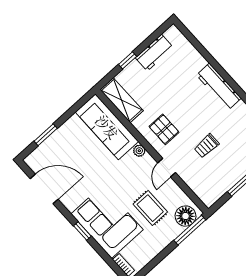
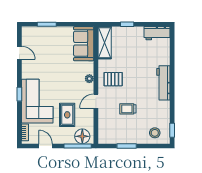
workbench: (154, 53) -> (157, 33), moved
sofa: (107, 127) -> (84, 44), width x0.73
pallet: (164, 129) -> (113, 79), turned 90
door: (44, 189) -> (19, 53), width x0.53
door: (157, 260) -> (46, 146), added

